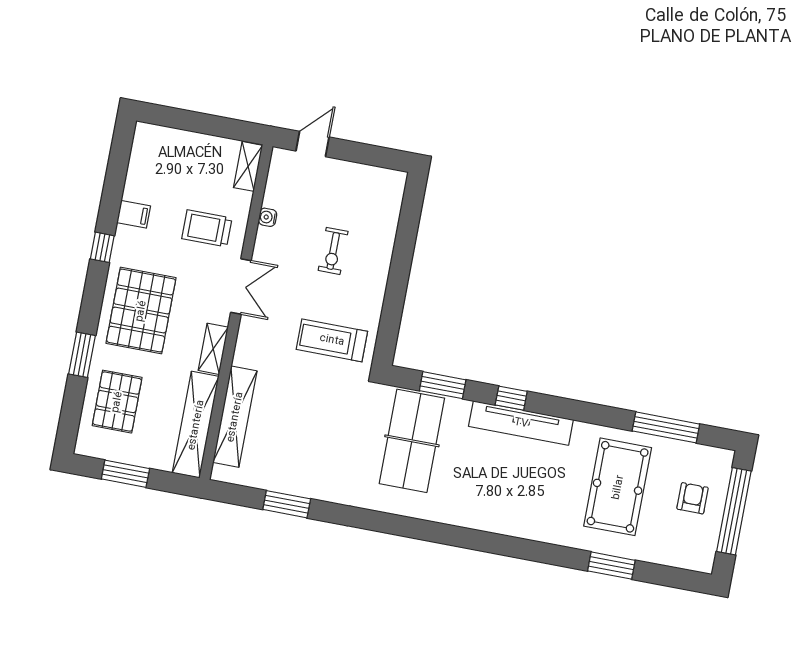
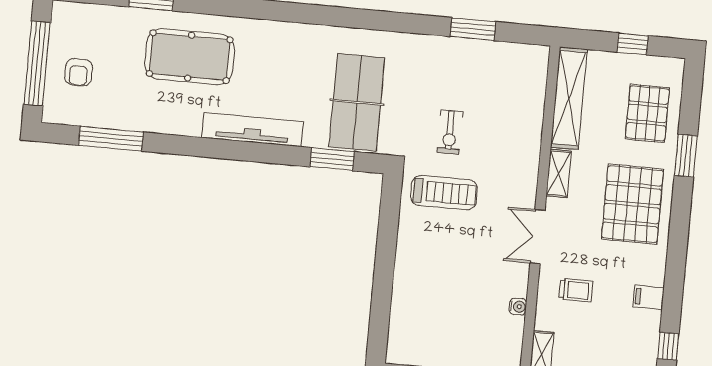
trolley: (207, 228) -> (576, 290), width x0.73, depth x0.72
window: (102, 247) -> (668, 346), moved
exercise bike: (333, 251) -> (450, 132), moved, turned 180
window: (511, 398) -> (264, 153), removed
shelving: (235, 417) -> (531, 109), removed
window: (125, 474) -> (633, 44), width x0.67
pool table: (618, 487) -> (190, 57), moved, turned 90

